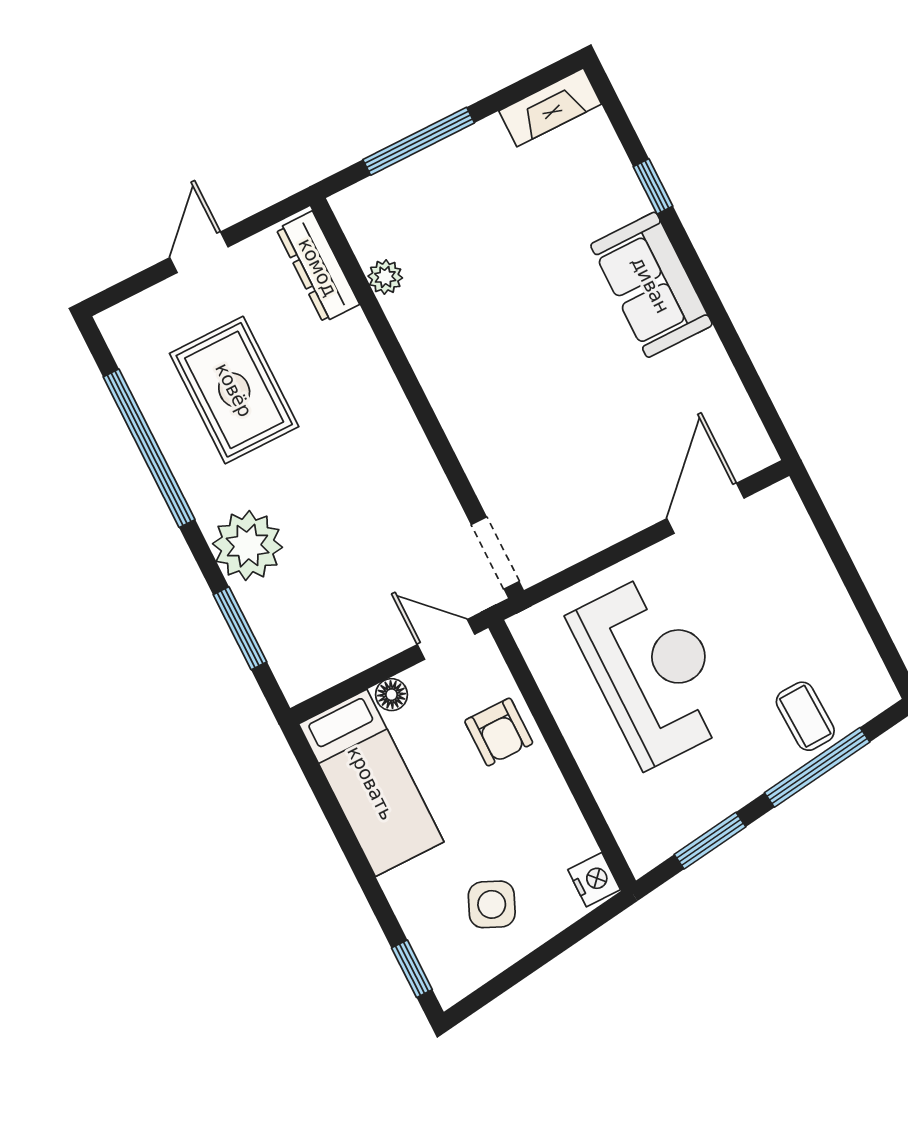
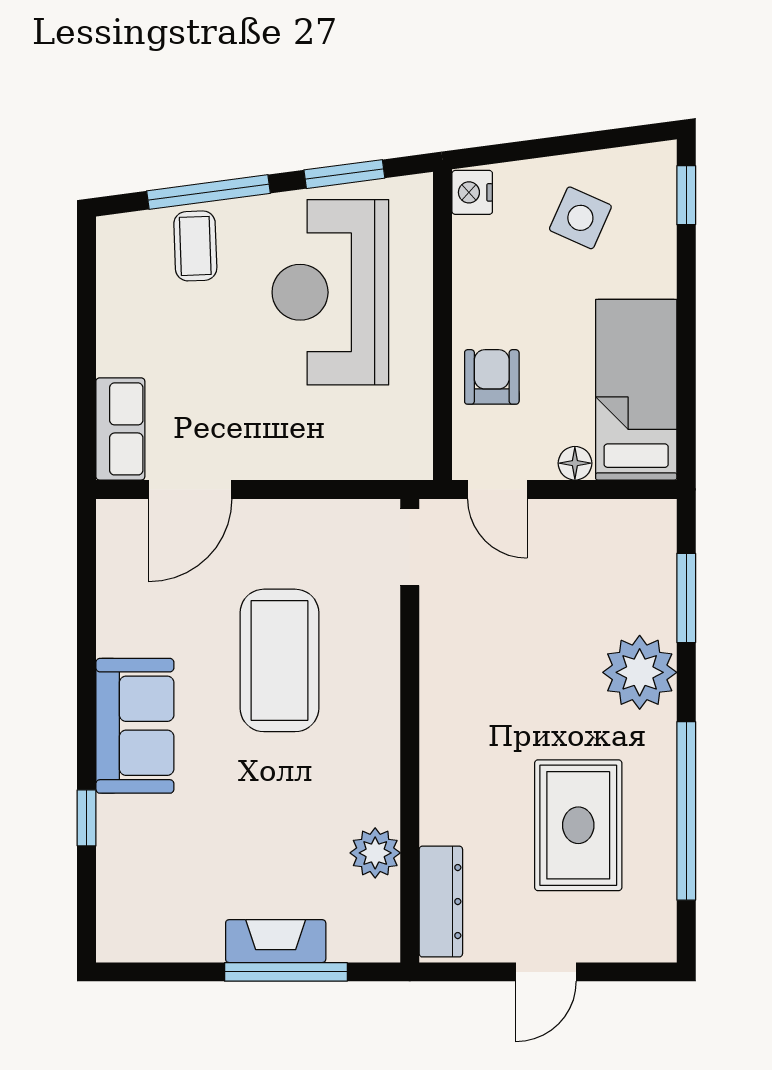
fireplace: (550, 107) -> (276, 941), moved
plant: (385, 277) -> (375, 853), width x1.38, depth x1.38
coffee table: (557, 402) -> (279, 660), added
row of seats: (790, 529) -> (120, 429), added
reception desk: (653, 669) -> (330, 292), moved

